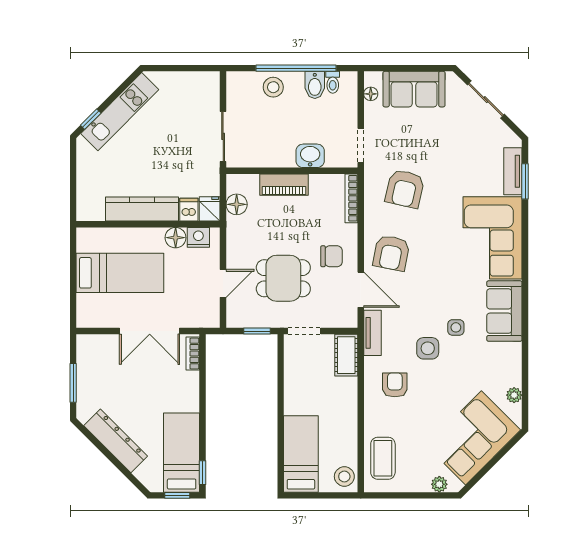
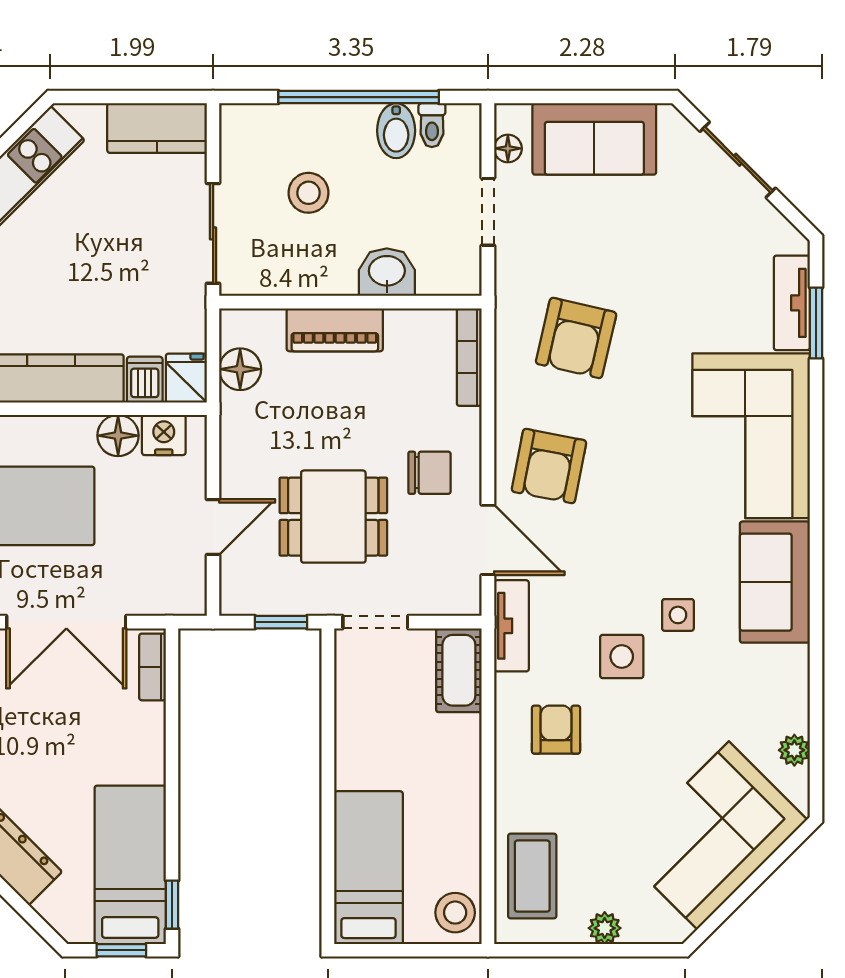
kitchen counter: (195, 84) -> (157, 128), added
stool: (273, 87) -> (308, 193), moved
doorway: (361, 145) -> (488, 212), moved
plant: (439, 484) -> (605, 928), moved

